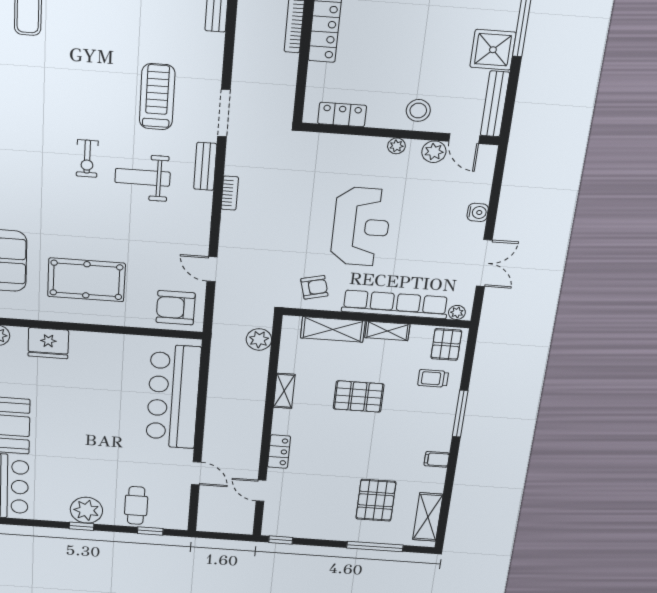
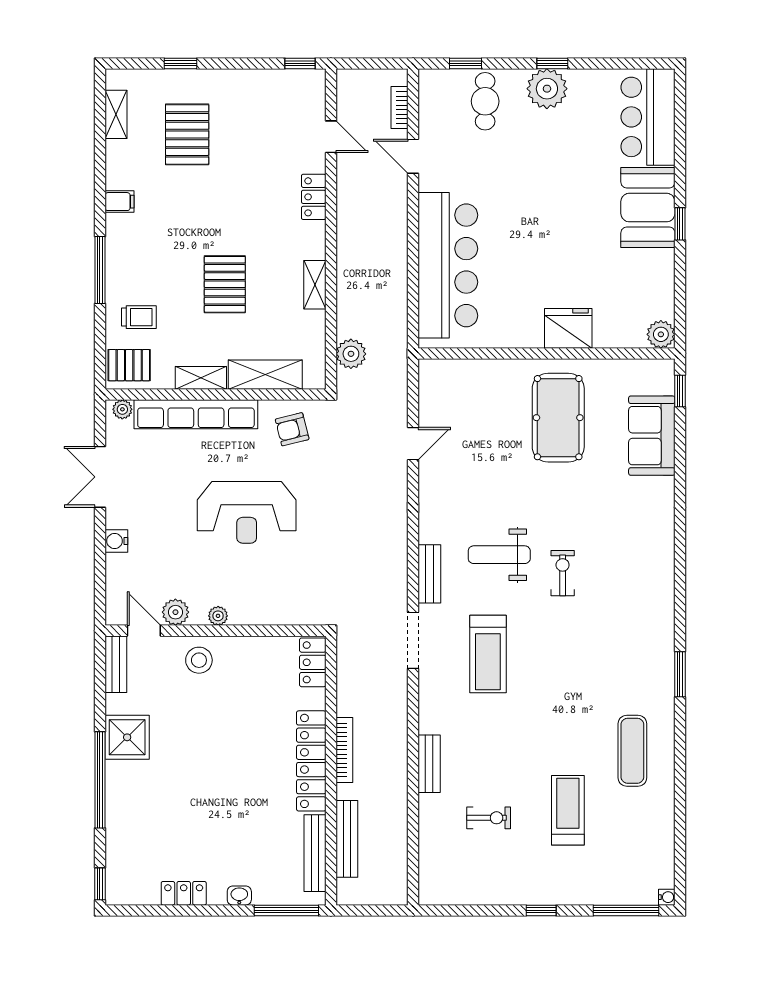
bench: (495, 104) -> (116, 664), width x0.73
locker: (342, 115) -> (313, 662), moved, turned 90
weight bench: (143, 177) -> (499, 555), turned 180
bookcase: (230, 193) -> (399, 108), moved
reception desk: (361, 227) -> (247, 512), turned -90
door: (212, 269) -> (413, 444), hinge flipped
pool table: (86, 280) -> (558, 418), turned 90
armchair: (176, 308) -> (452, 389), removed
fridge: (48, 343) -> (568, 328), moved
pallet: (446, 344) -> (129, 365), turned 90
pallet: (359, 396) -> (225, 284), turned 90
shelving: (428, 517) -> (116, 114), width x0.67, depth x0.75
window: (375, 546) -> (180, 63), width x0.46

